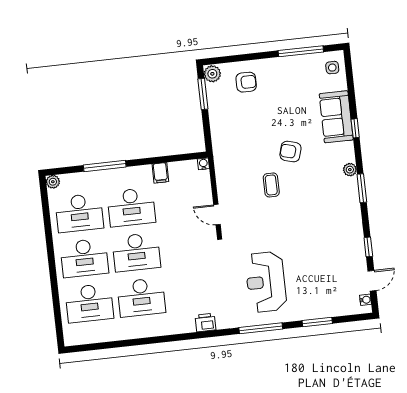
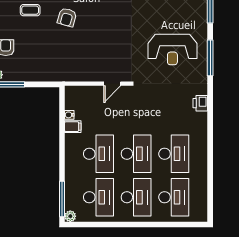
water cooler: (203, 164) -> (69, 115), moved
window: (105, 166) -> (62, 199), moved
coffee table: (271, 185) -> (30, 10), moved

